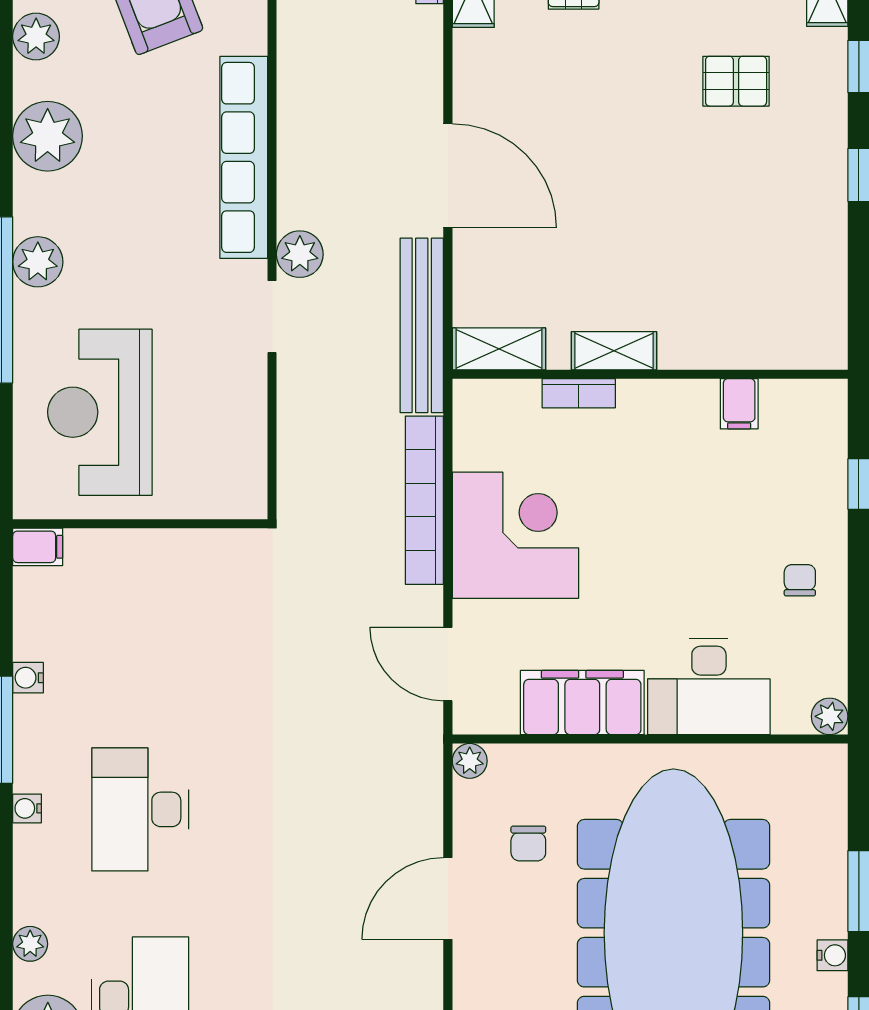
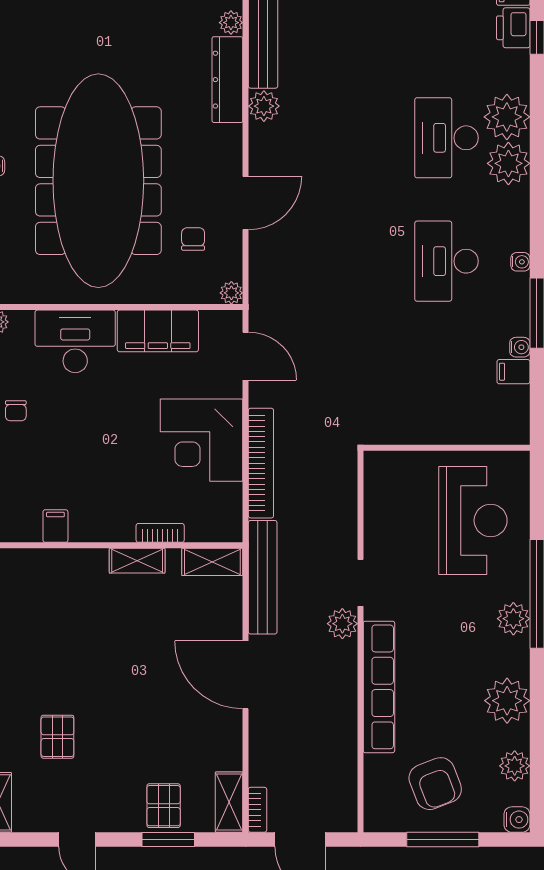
pallet: (736, 81) -> (57, 737), turned 90
filing cabinet: (38, 547) -> (513, 372), moved
desk: (140, 809) -> (447, 261), turned 180
plant: (30, 944) -> (508, 163), width x1.88, depth x1.88

